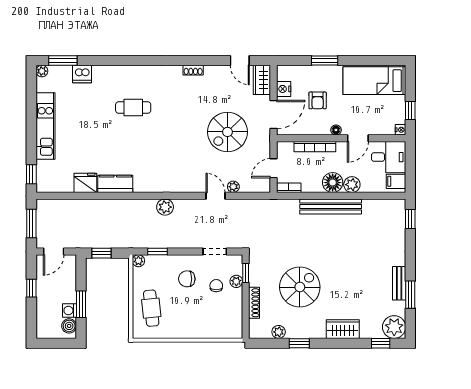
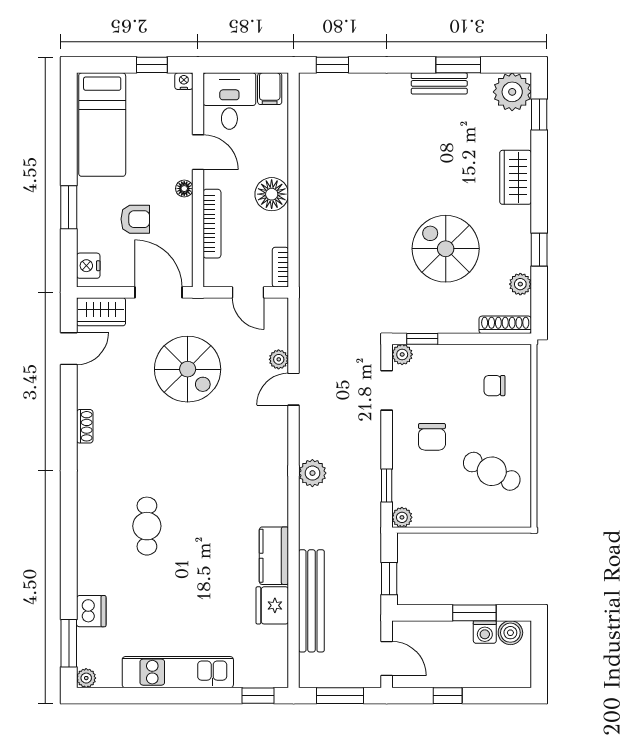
nightstand: (284, 89) -> (88, 266), moved, turned 90
plant: (352, 185) -> (275, 162), removed
bench: (331, 206) -> (311, 601), moved
plant: (236, 281) -> (402, 354), moved
chair: (216, 286) -> (494, 386), moved
shoe rack: (254, 303) -> (505, 325), moved
cafe table: (151, 308) -> (492, 471), moved, turned 32

